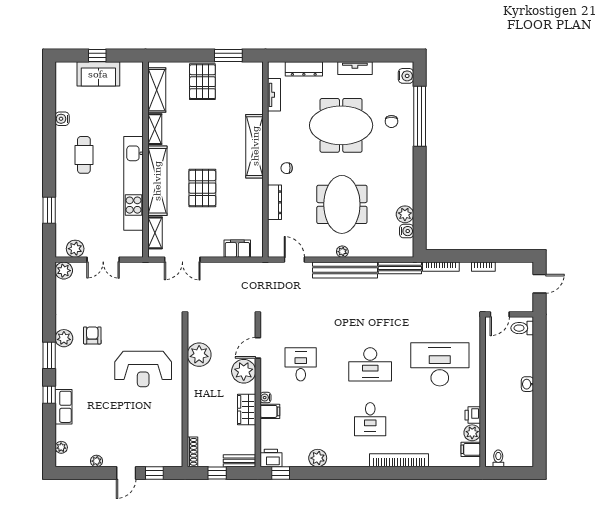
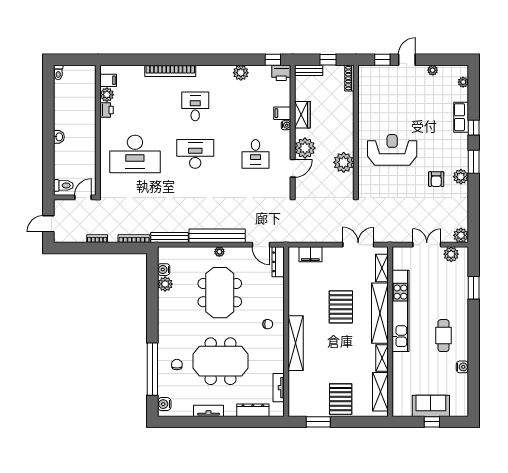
dresser: (275, 202) -> (278, 262), moved
toilet: (498, 458) -> (58, 72), moved

